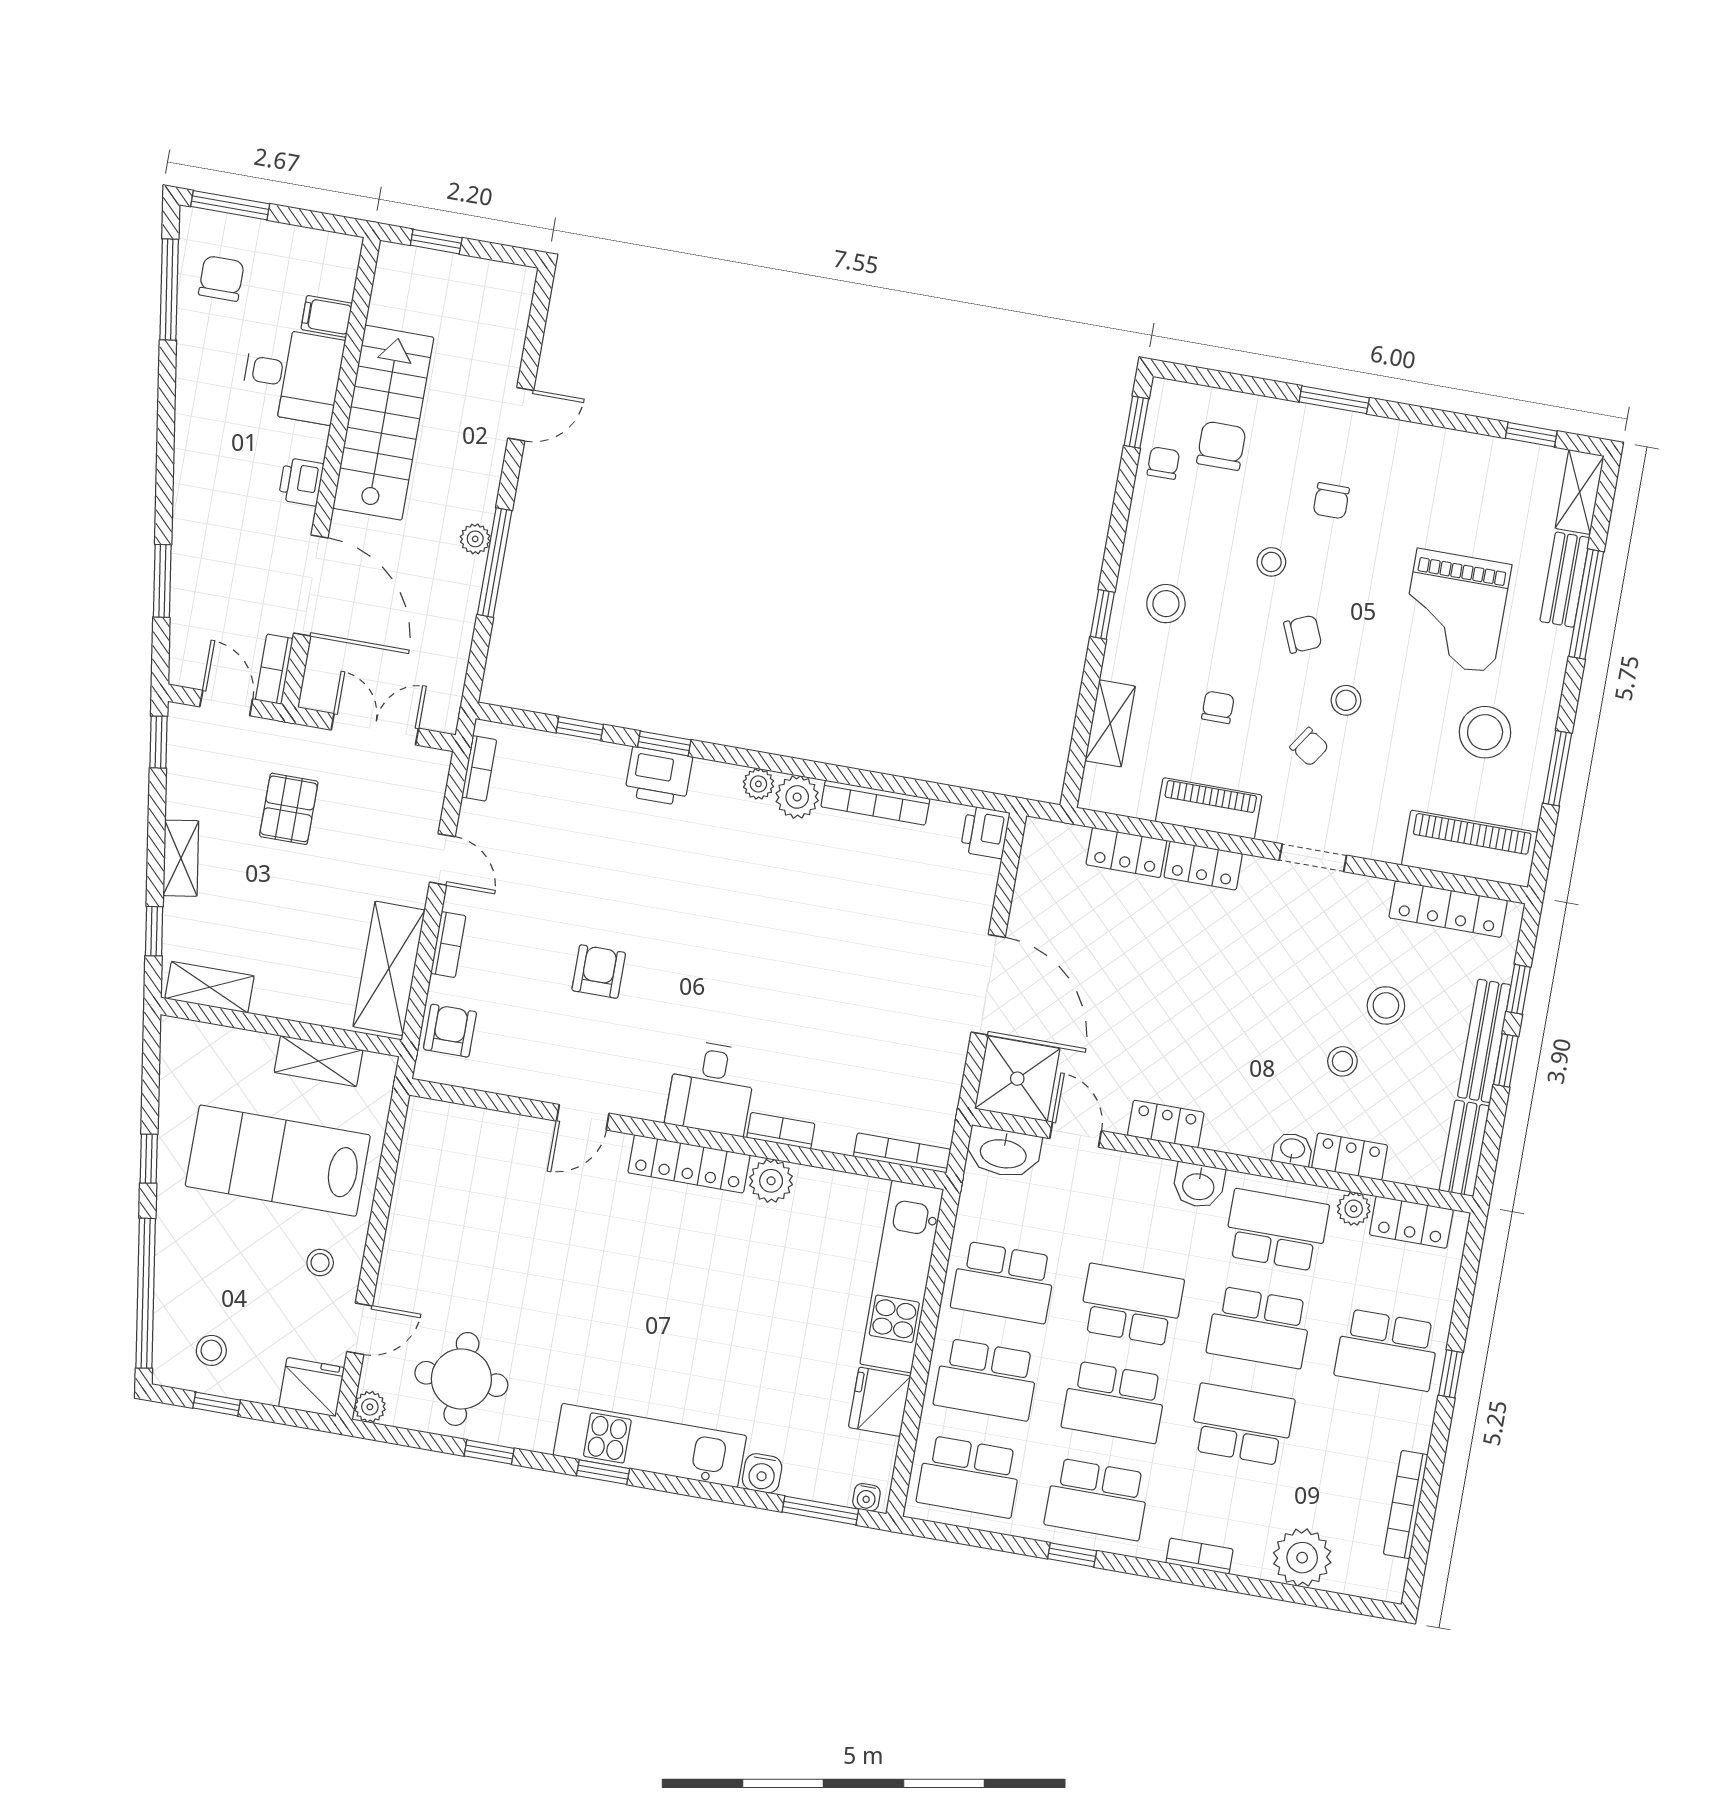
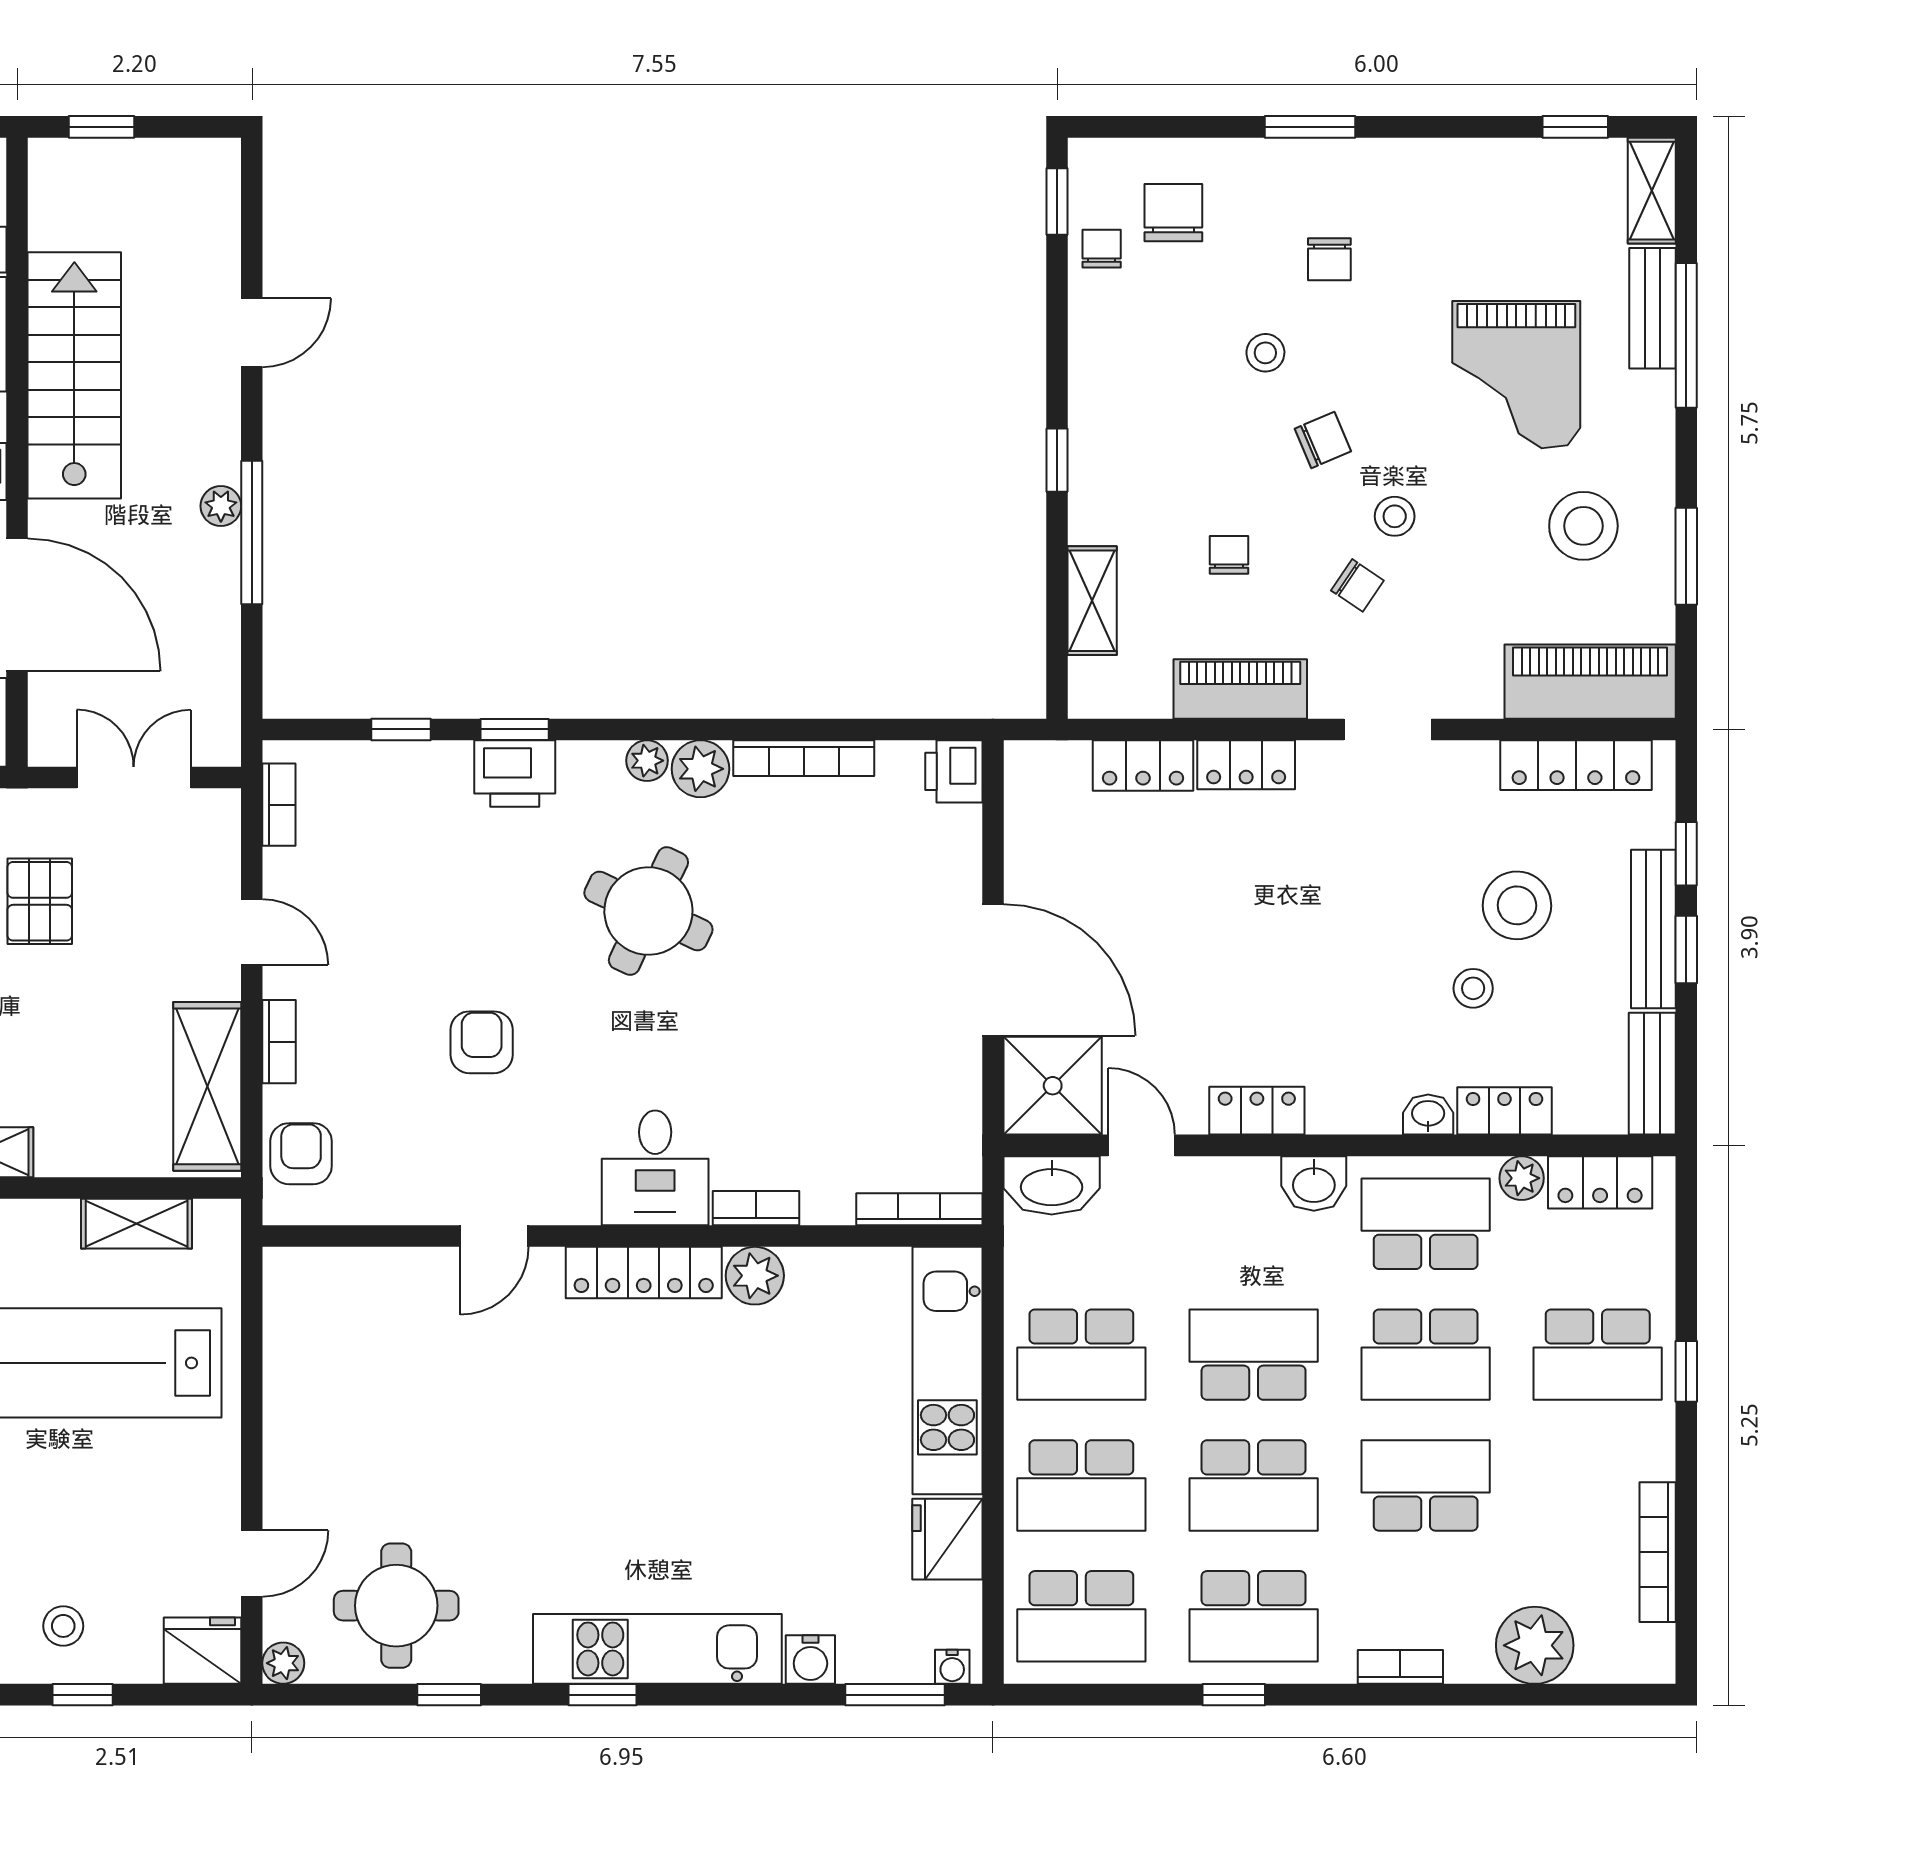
stool: (1166, 604) -> (1137, 431), removed
round table: (740, 896) -> (648, 911), added
stool: (1386, 1005) -> (1517, 905), width x1.38, depth x1.38
stool: (320, 1263) -> (185, 1486), removed

